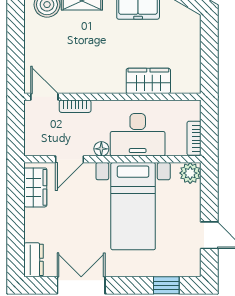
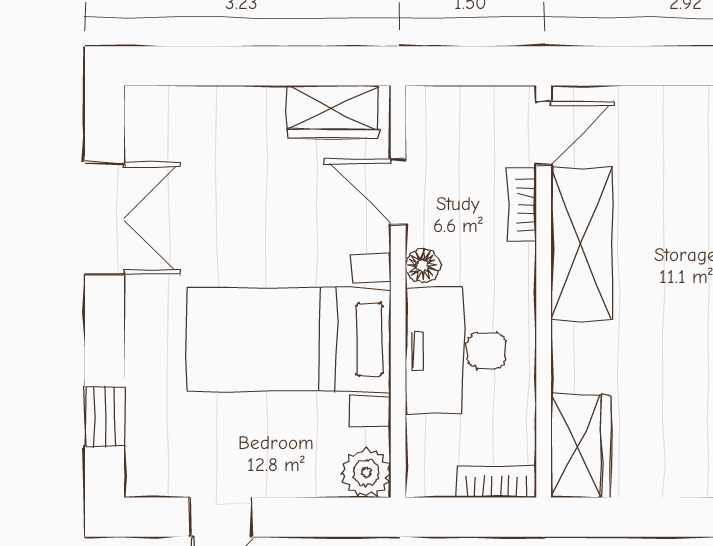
shelving: (92, 81) -> (582, 243), added
wardrobe: (148, 81) -> (581, 446), moved
bookcase: (194, 138) -> (496, 482), moved
dresser: (34, 260) -> (164, 108), removed

